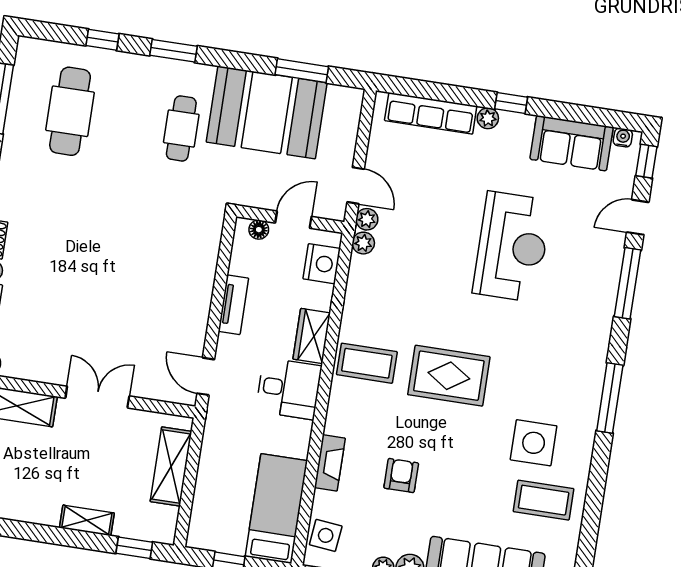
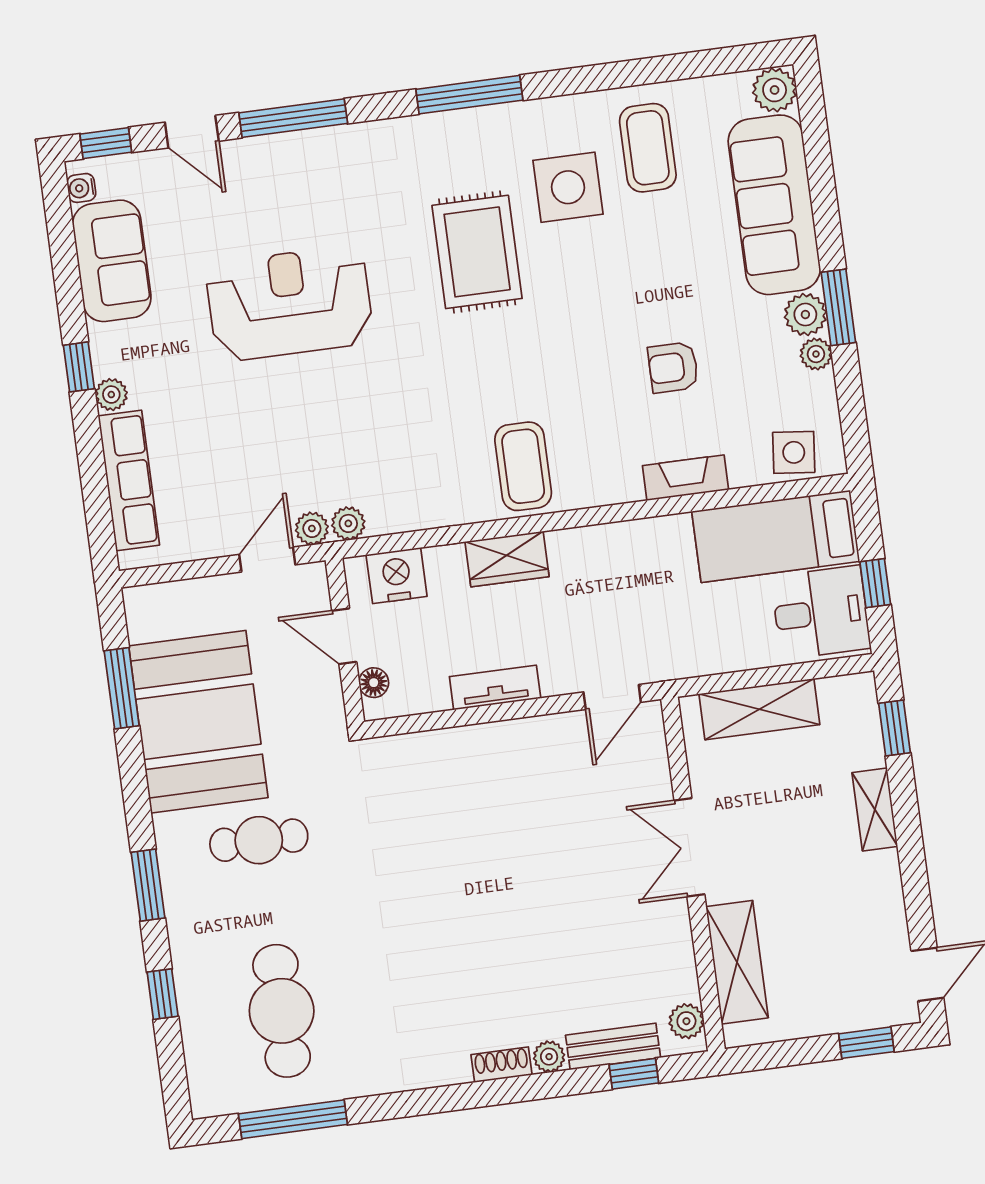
cafe table: (70, 111) -> (282, 1011), turned 90
rug: (449, 376) -> (477, 252), moved
desk: (289, 389) -> (821, 612), moved, turned 90

